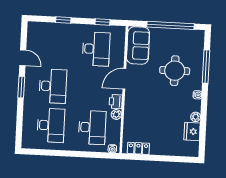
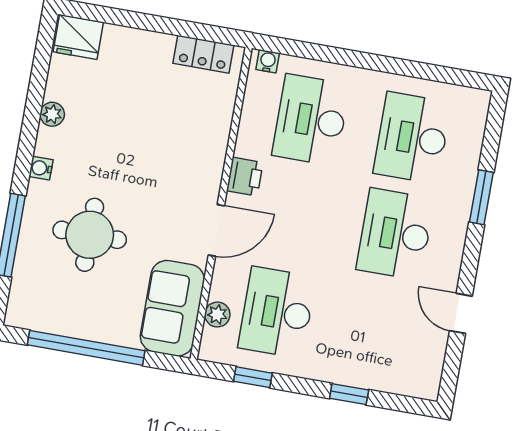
window: (21, 87) -> (481, 197), moved
plant: (116, 114) -> (217, 315), moved
fridge: (192, 131) -> (78, 37), moved, turned 90

